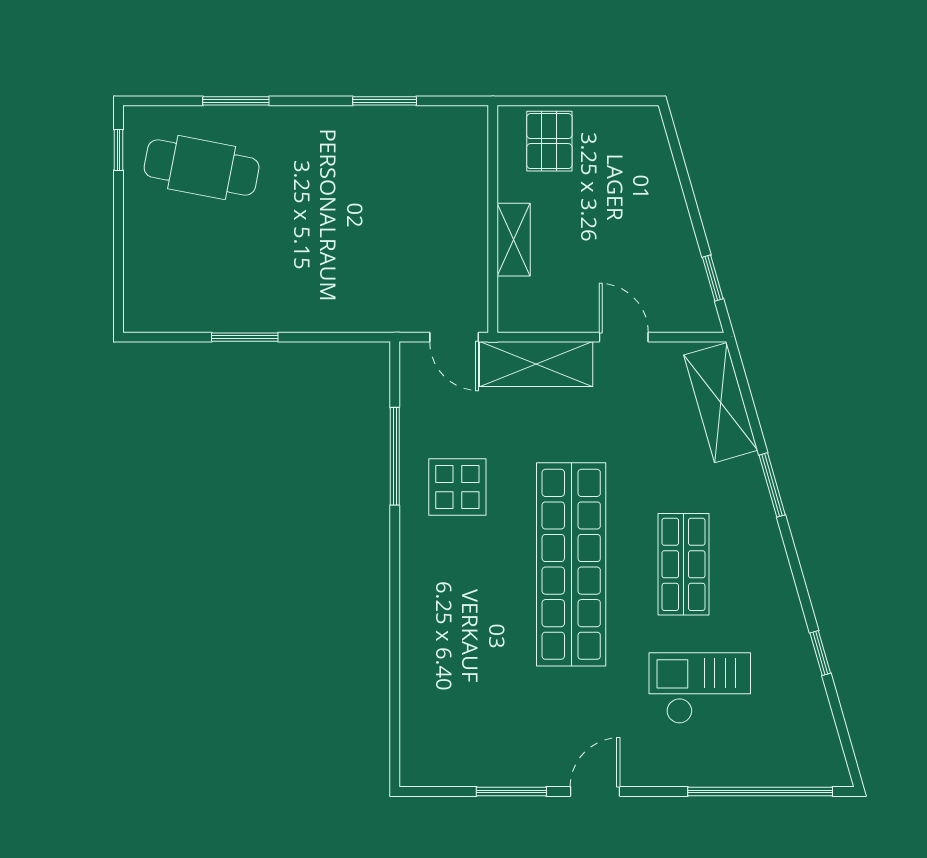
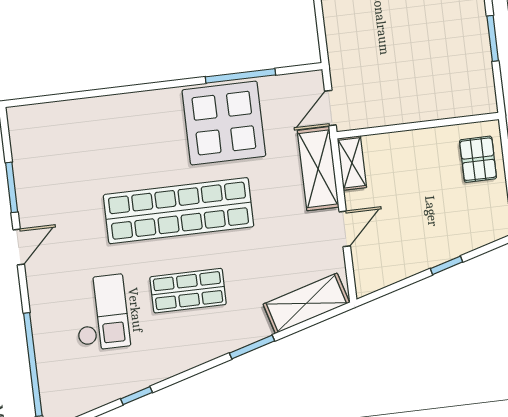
pallet: (549, 141) -> (478, 159), turned 90
shelving: (514, 240) -> (352, 163), moved, turned 90
window: (713, 278) -> (447, 265), moved
display table: (457, 487) -> (224, 123), width x1.86, depth x1.86
door: (595, 791) -> (19, 247), hinge flipped

